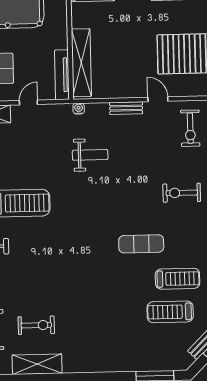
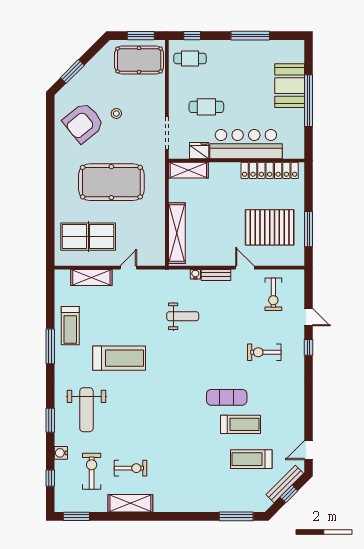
tv unit: (62, 75) -> (159, 243), removed
water cooler: (79, 109) -> (195, 274), moved
treadmill: (178, 279) -> (241, 424), moved

